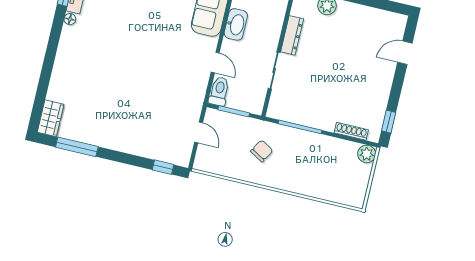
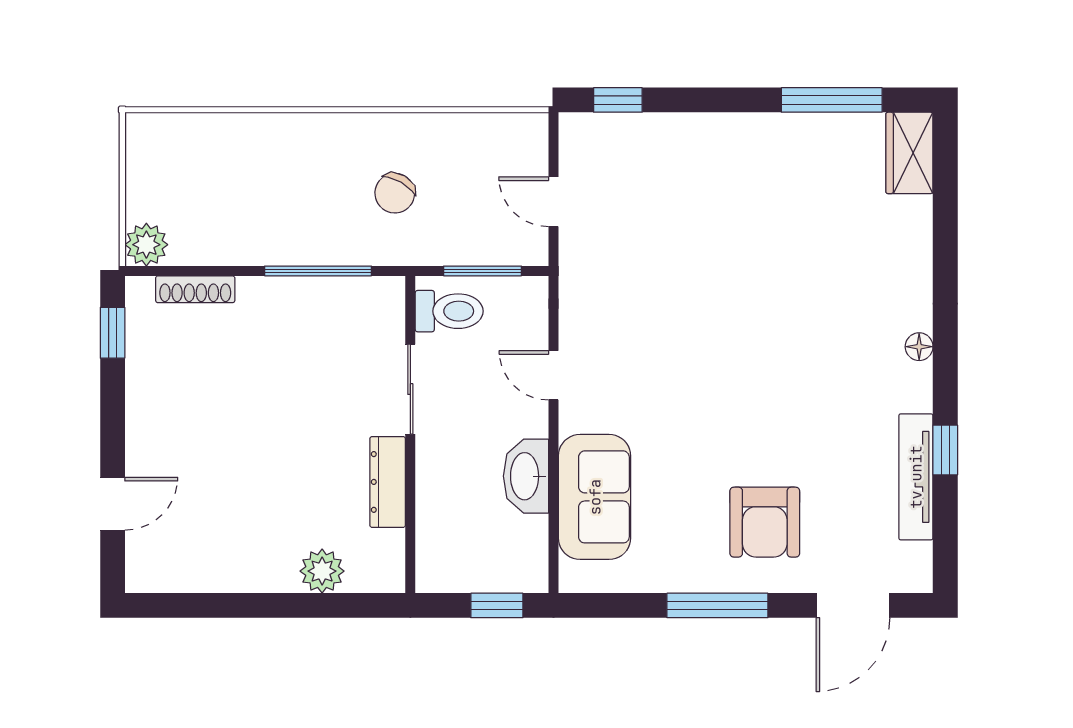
floor lamp: (70, 19) -> (919, 347), moved
toilet: (219, 91) -> (449, 311), moved, turned -90

